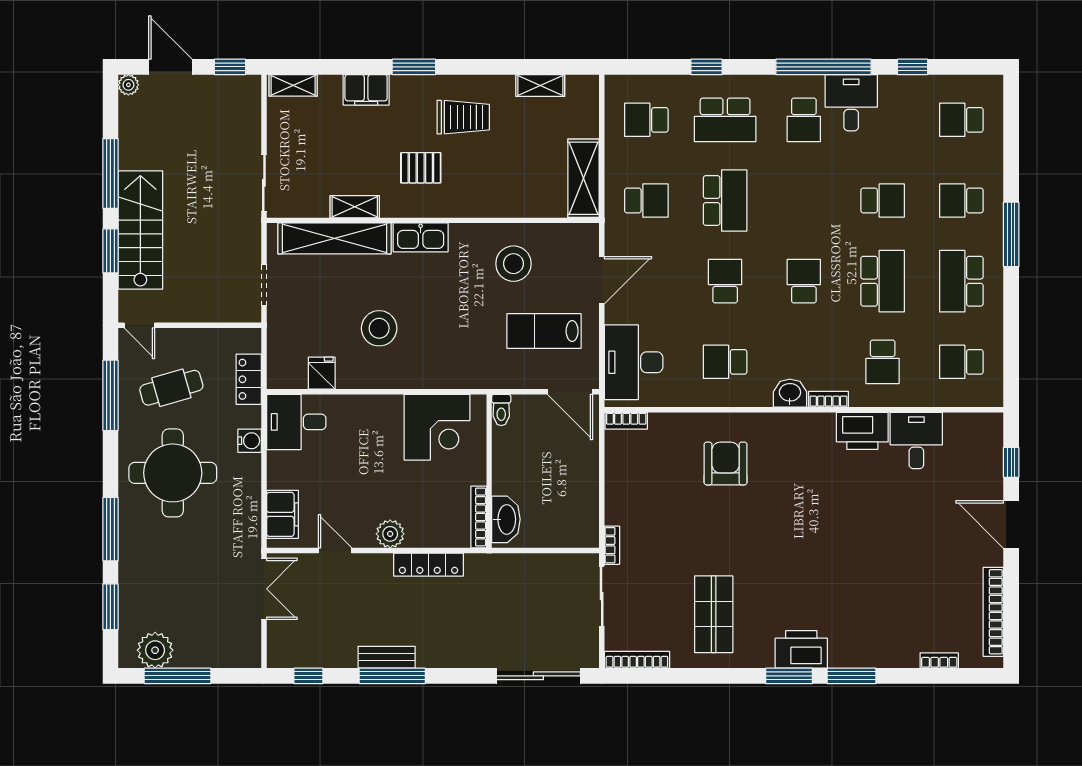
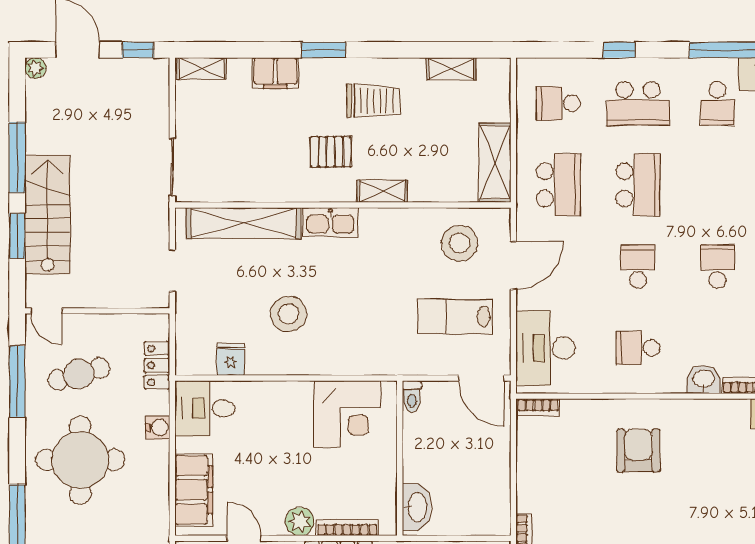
school desk: (646, 201) -> (558, 185), width x1.85
shelving: (355, 207) -> (382, 191), moved
stool: (513, 264) -> (459, 243), moved
filing cabinet: (283, 514) -> (194, 490), width x1.50, depth x1.17
bookcase: (479, 517) -> (347, 528), moved, turned 90

